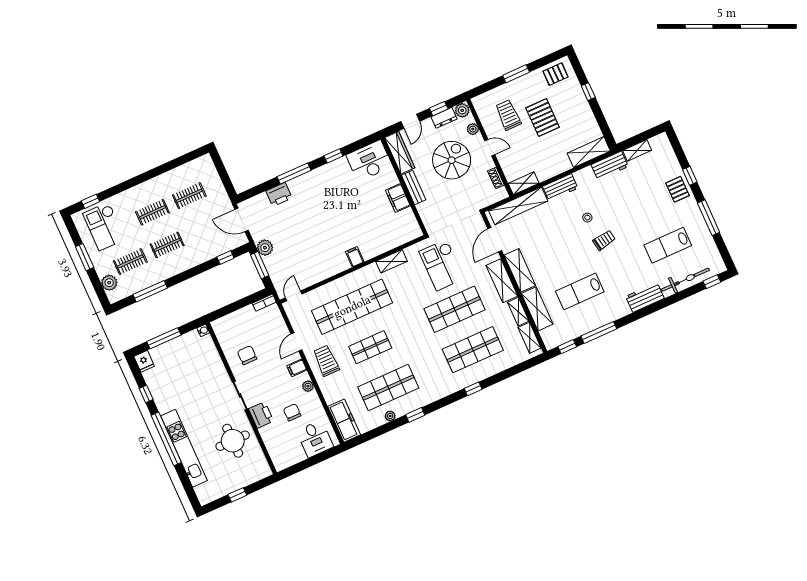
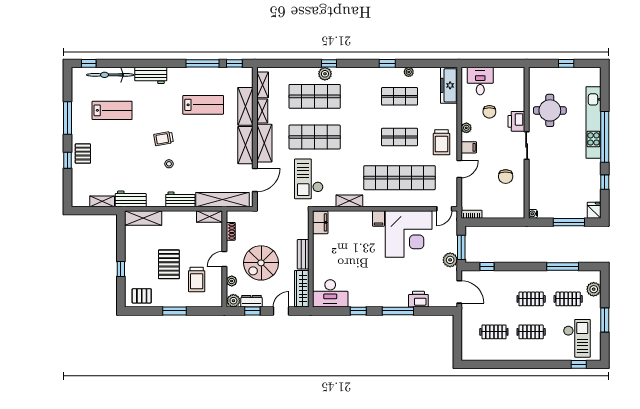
door: (490, 148) -> (224, 259), hinge flipped
filing cabinet: (398, 198) -> (320, 222), moved
corner desk: (318, 255) -> (409, 234), added
checkout: (442, 265) -> (309, 179), turned 180
plant: (473, 377) -> (325, 74), added
shop shelf: (388, 388) -> (400, 96), width x0.70, depth x0.74

